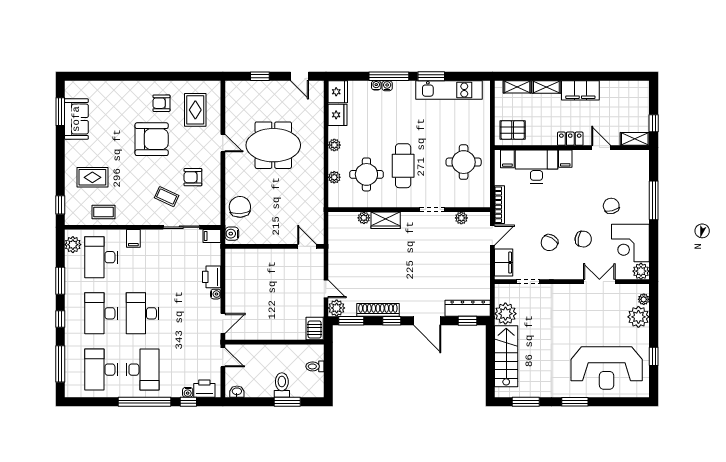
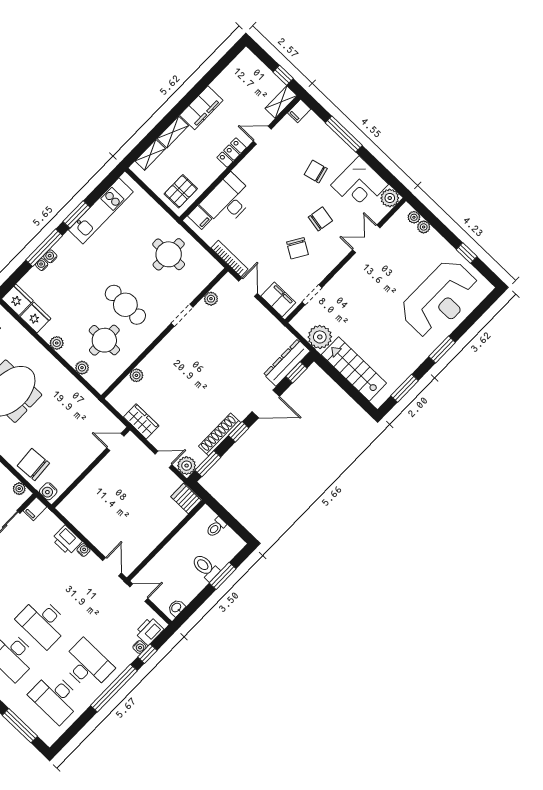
filing cabinet: (565, 159) -> (299, 111), moved, turned 90
plant: (215, 213) -> (19, 489), added
wardrobe: (386, 220) -> (141, 421), moved, turned -90
plant: (638, 317) -> (424, 227), width x0.53, depth x0.53

